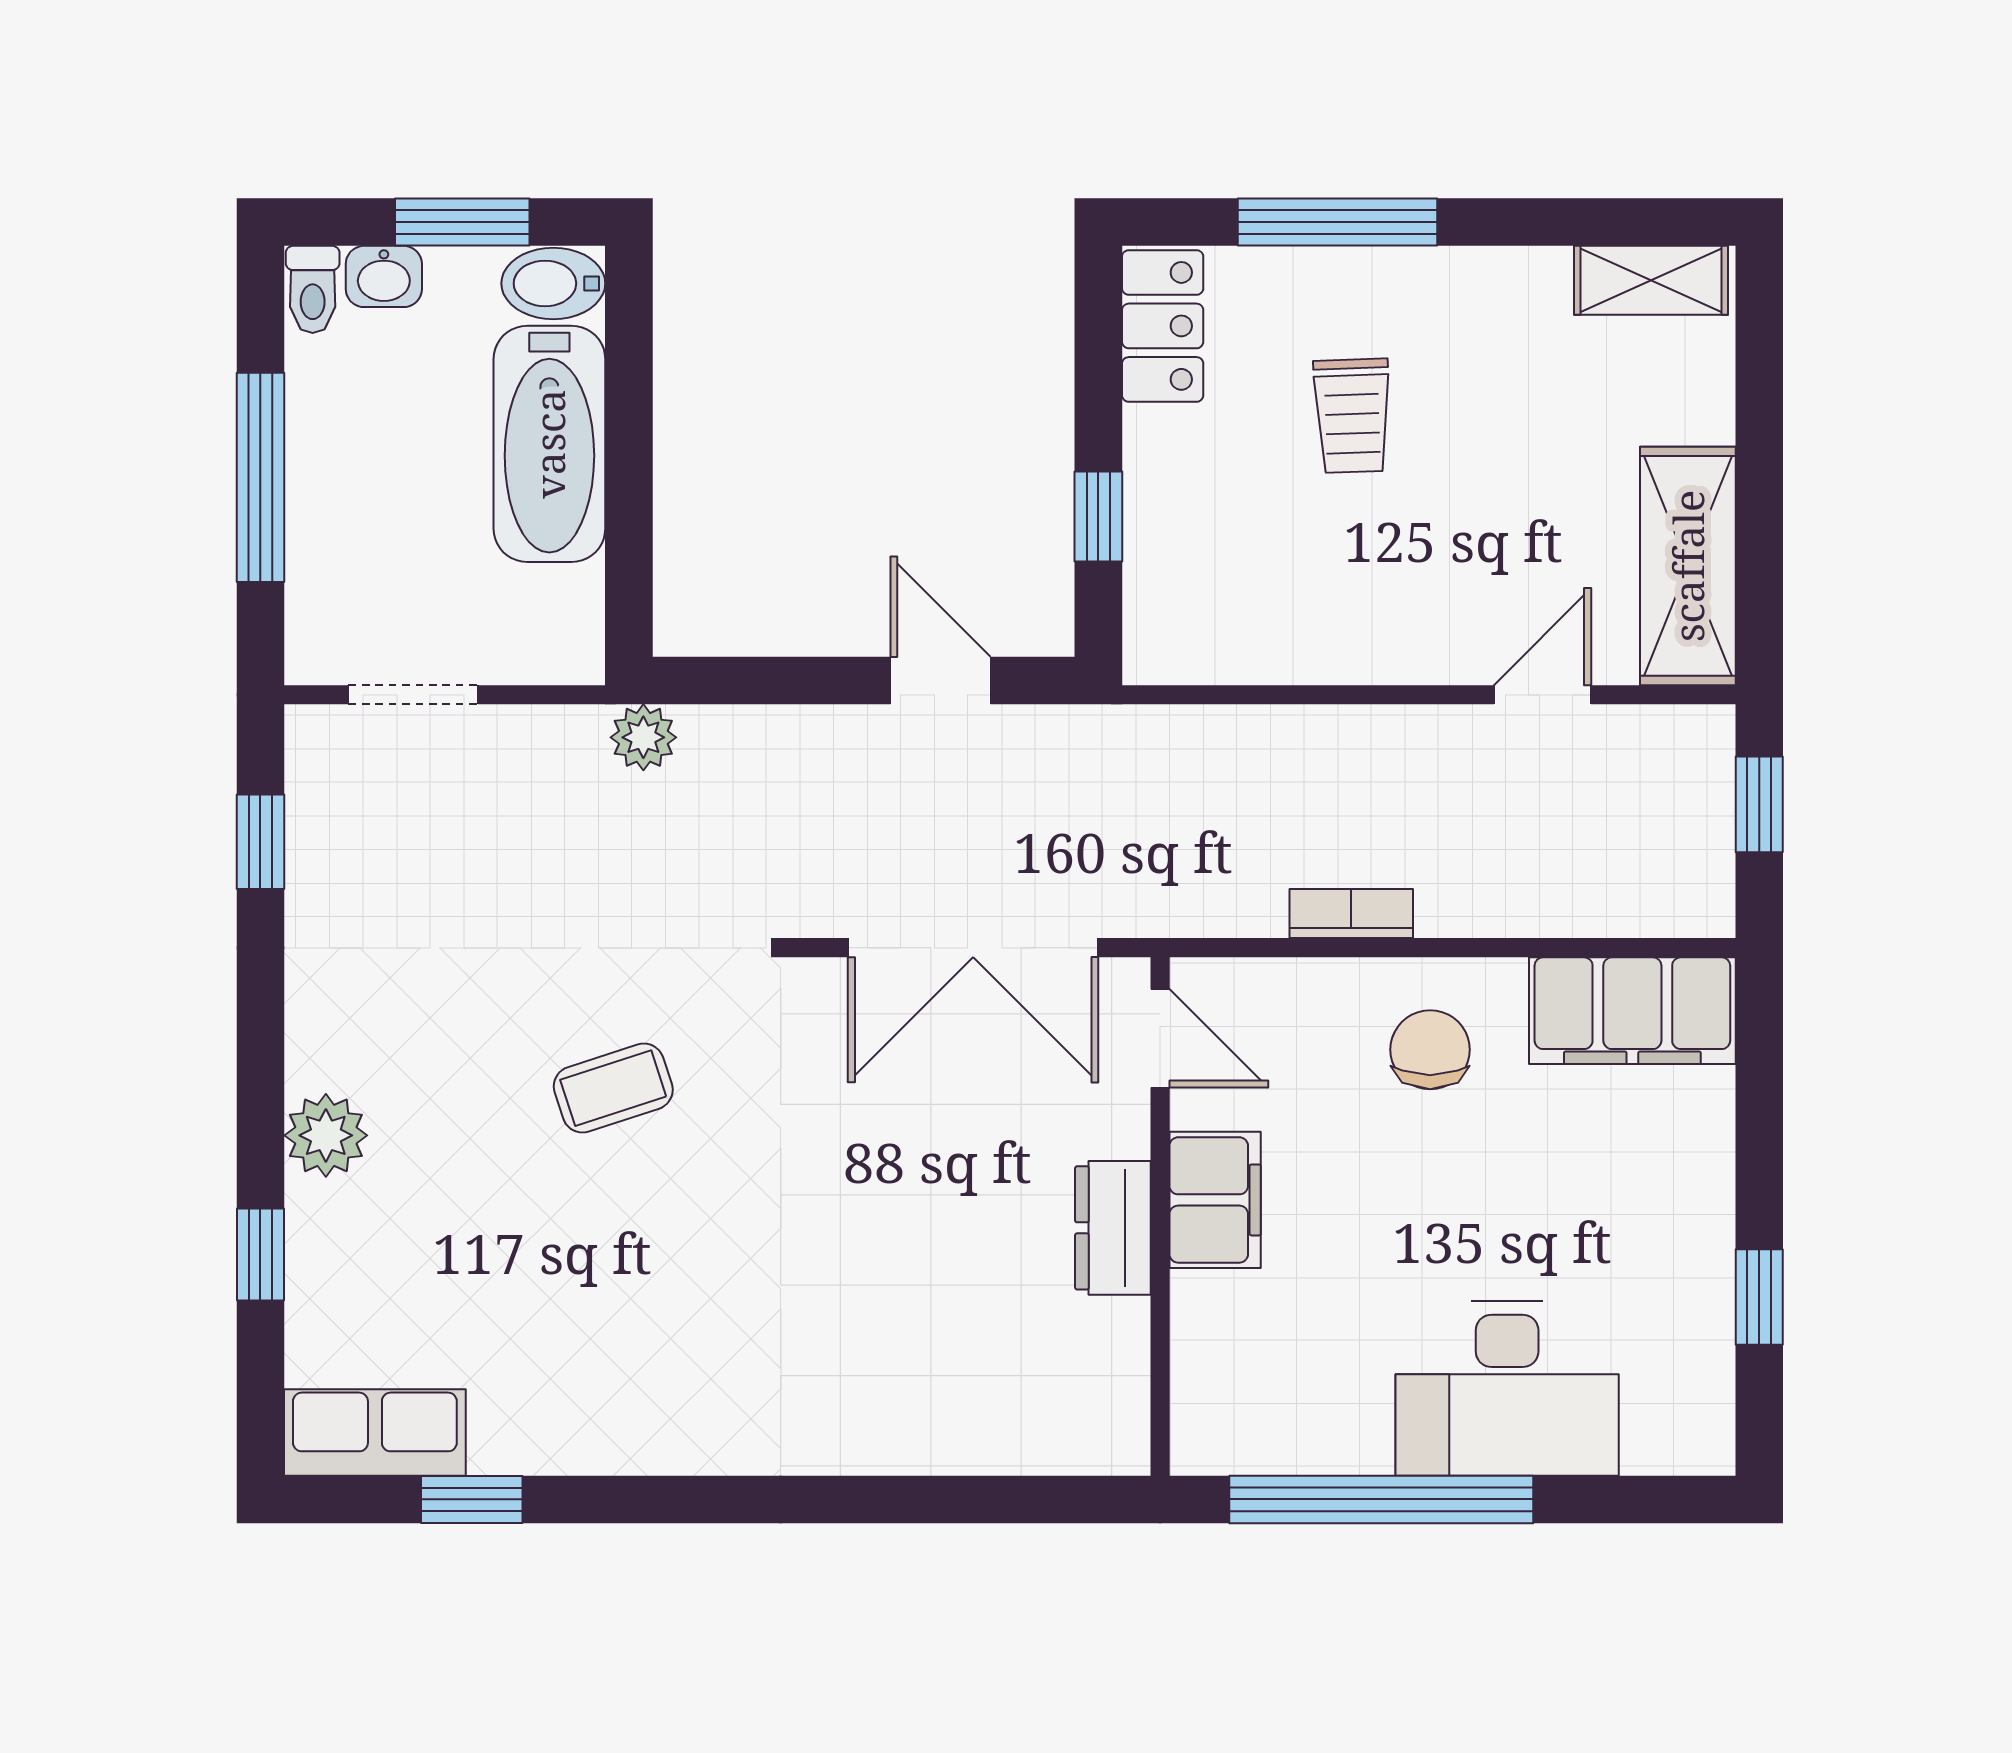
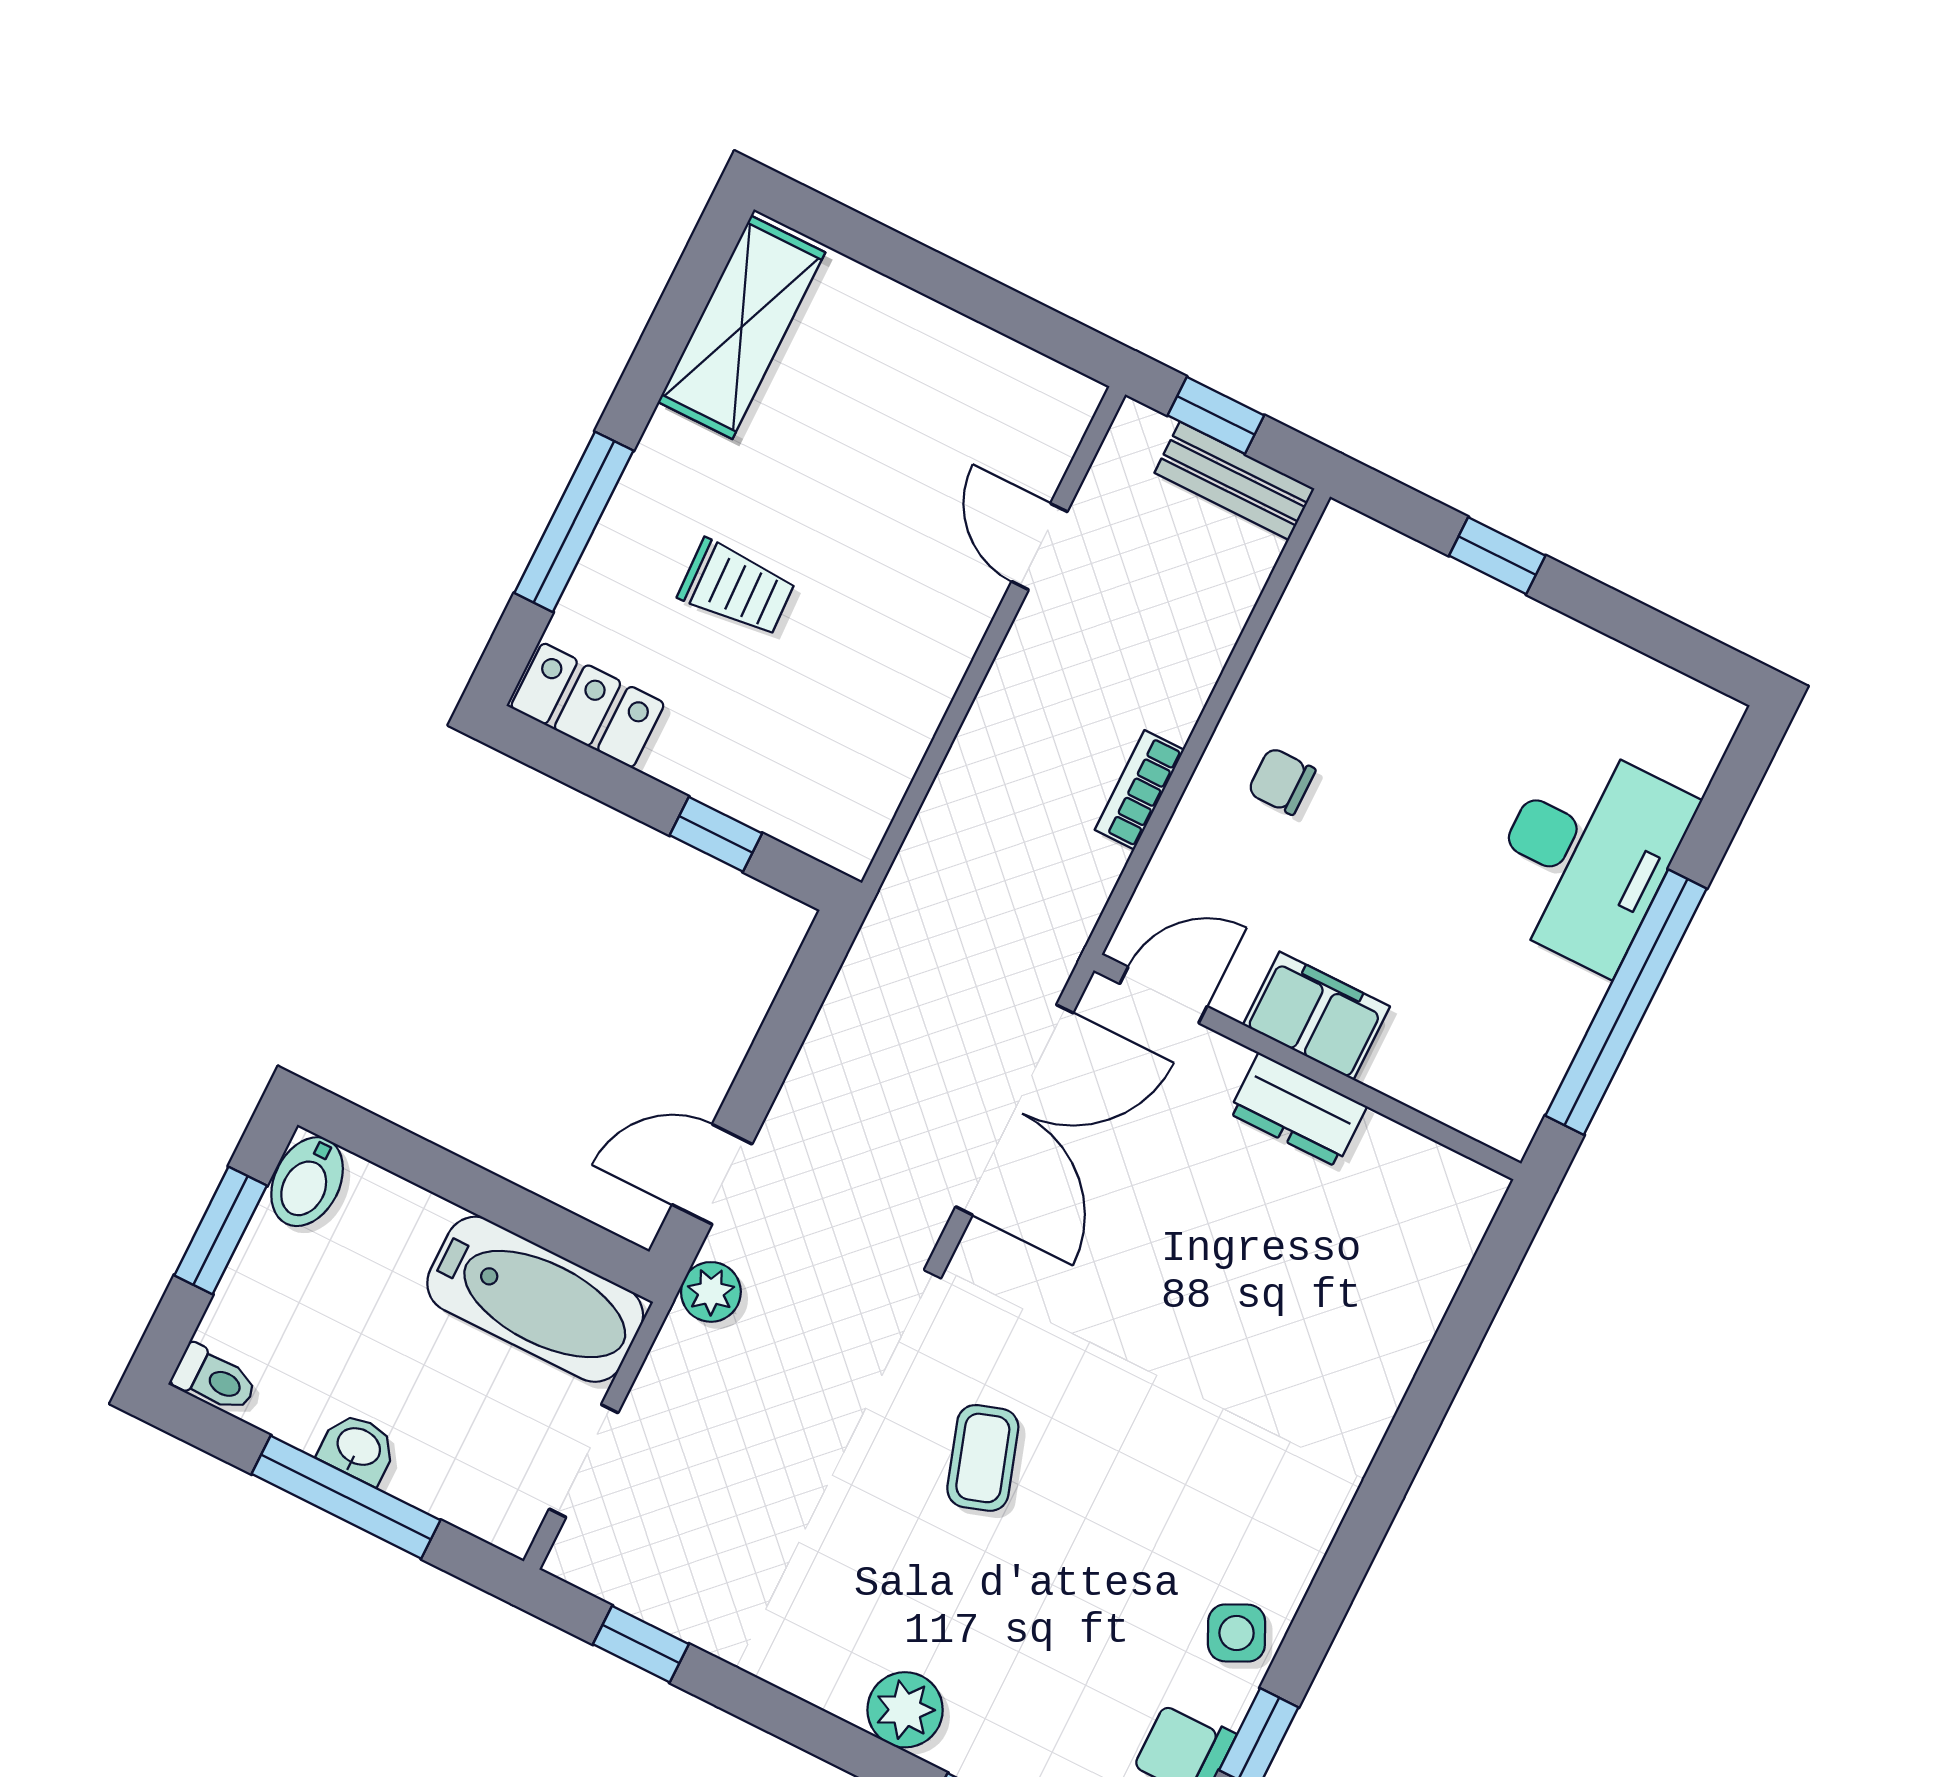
washbasin: (384, 276) -> (358, 1448), moved, turned -90
shelving: (1651, 280) -> (742, 327), width x1.50, depth x1.33
bathtub: (549, 444) -> (535, 1299), moved
shelving: (1688, 566) -> (994, 377), removed
door: (940, 681) -> (712, 1174), moved
bench: (1704, 855) -> (1234, 481), added
filing cabinet: (1632, 1011) -> (1332, 601), removed
chair: (1430, 1050) -> (1282, 781), width x0.73, depth x0.73
window: (1759, 1297) -> (1497, 556), moved
side table: (565, 1425) -> (1237, 1633), added

